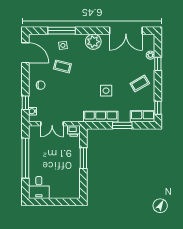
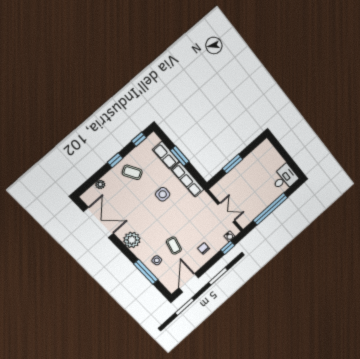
window: (158, 64) -> (115, 160), moved
row of seats: (142, 116) -> (166, 155), moved
printer: (74, 131) -> (218, 191), removed

